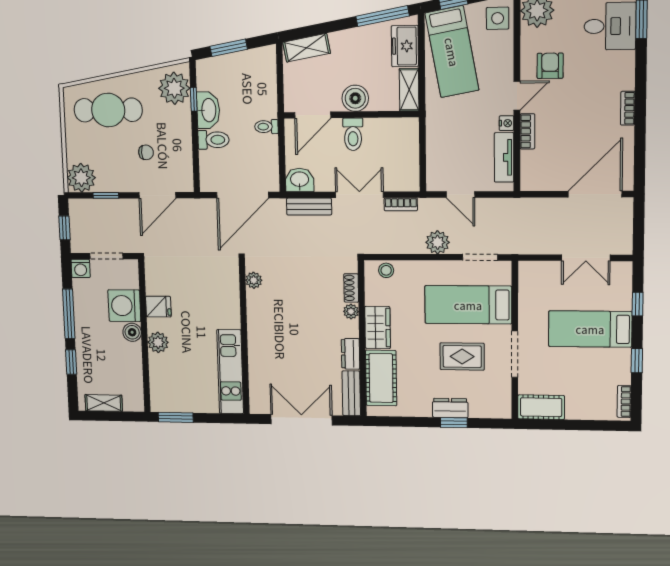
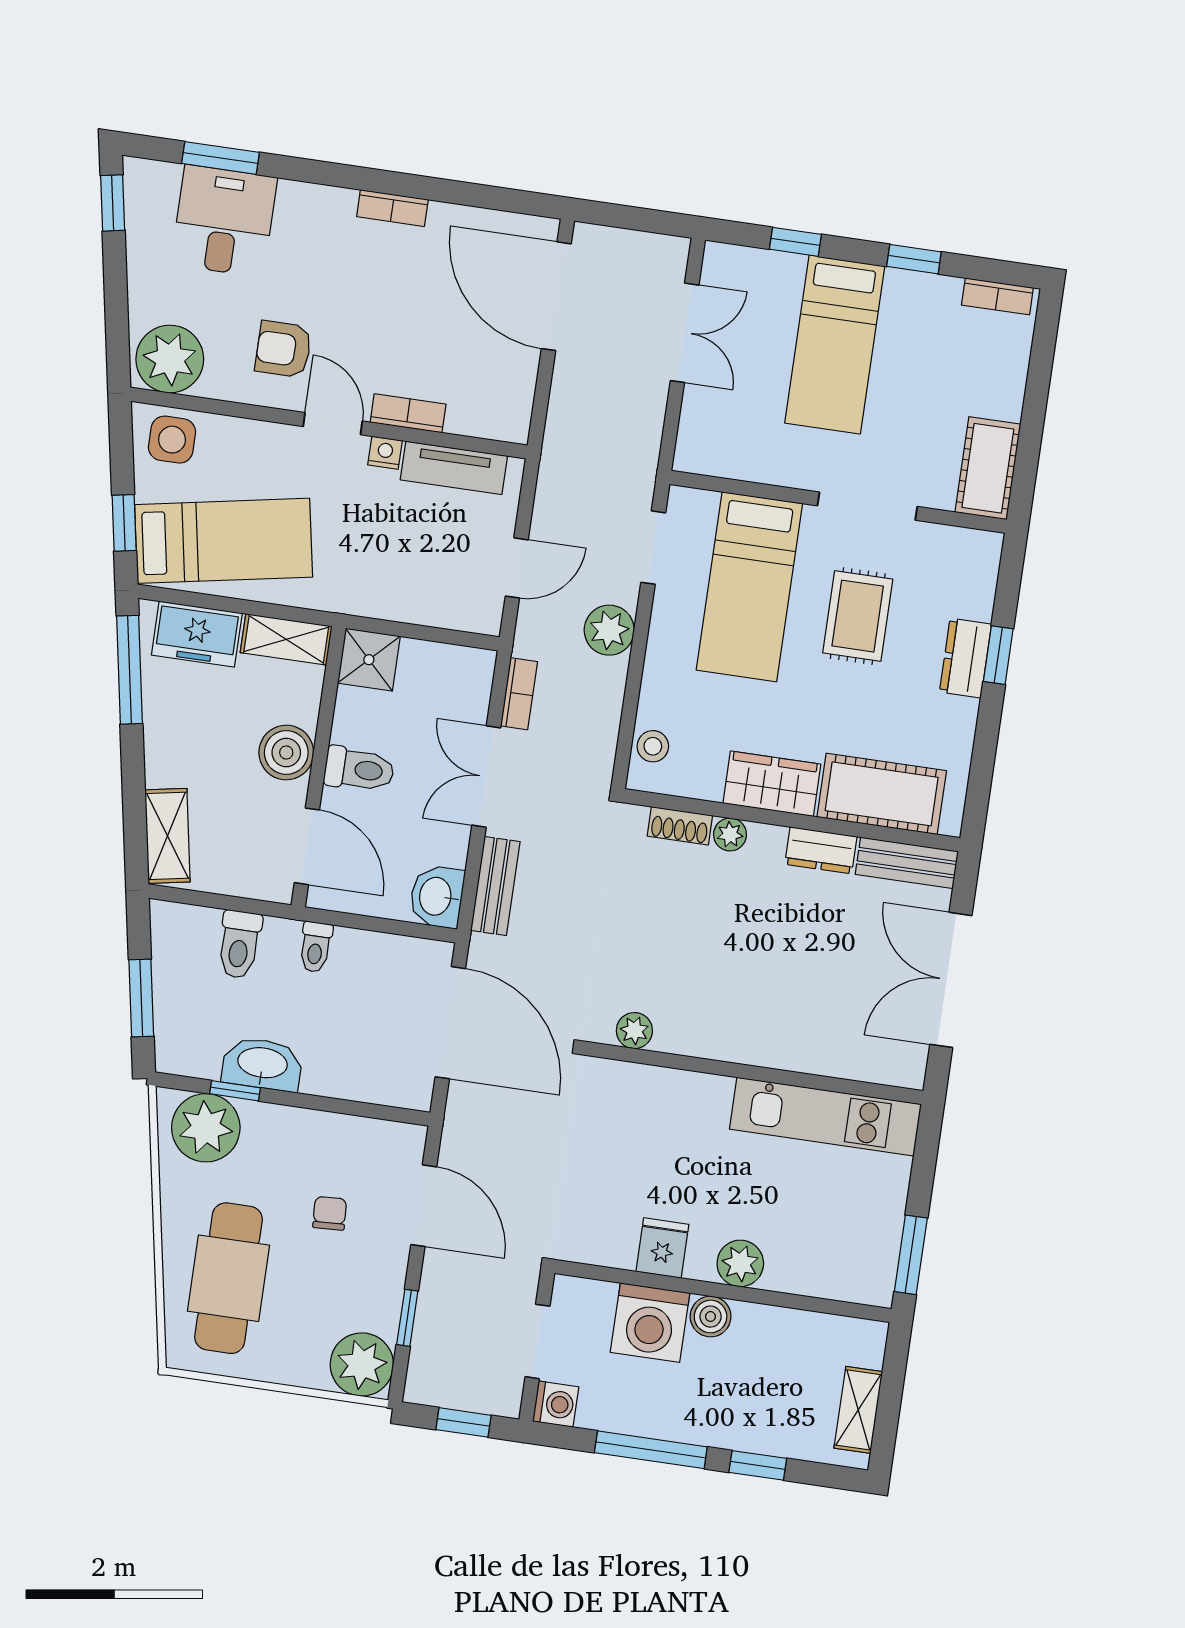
shower: (406, 131) -> (369, 660), added
toilet: (213, 140) -> (239, 944), moved, turned 180

